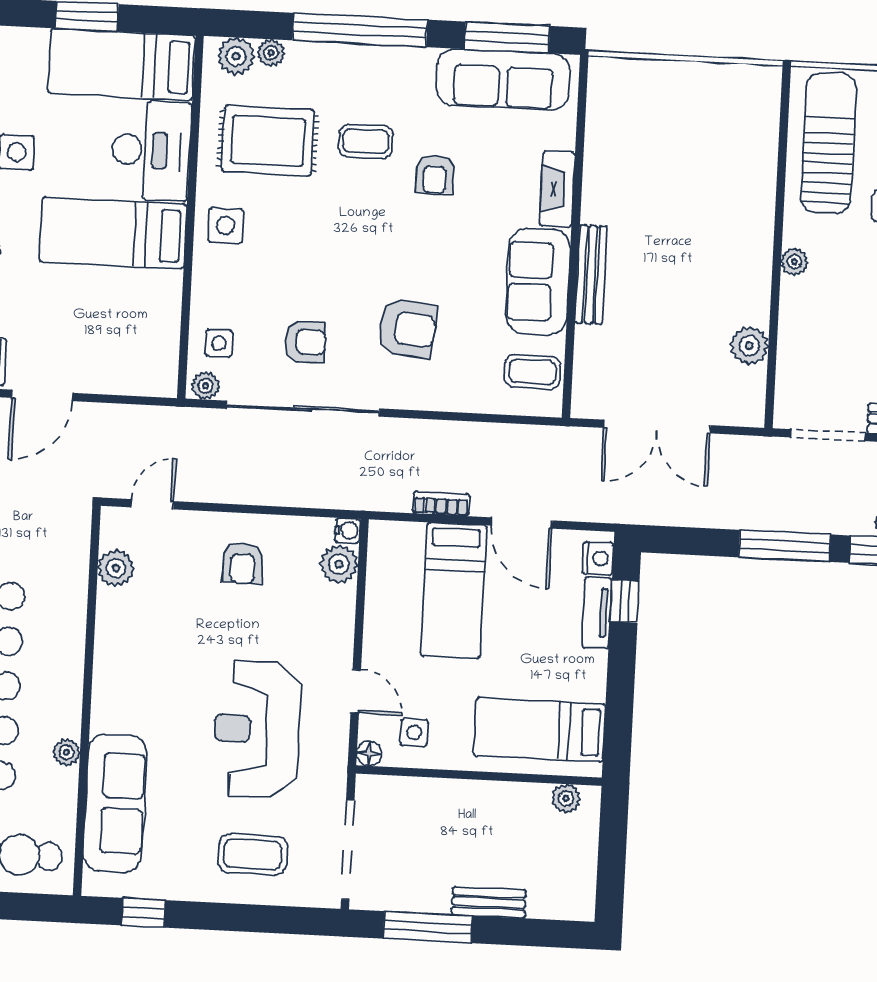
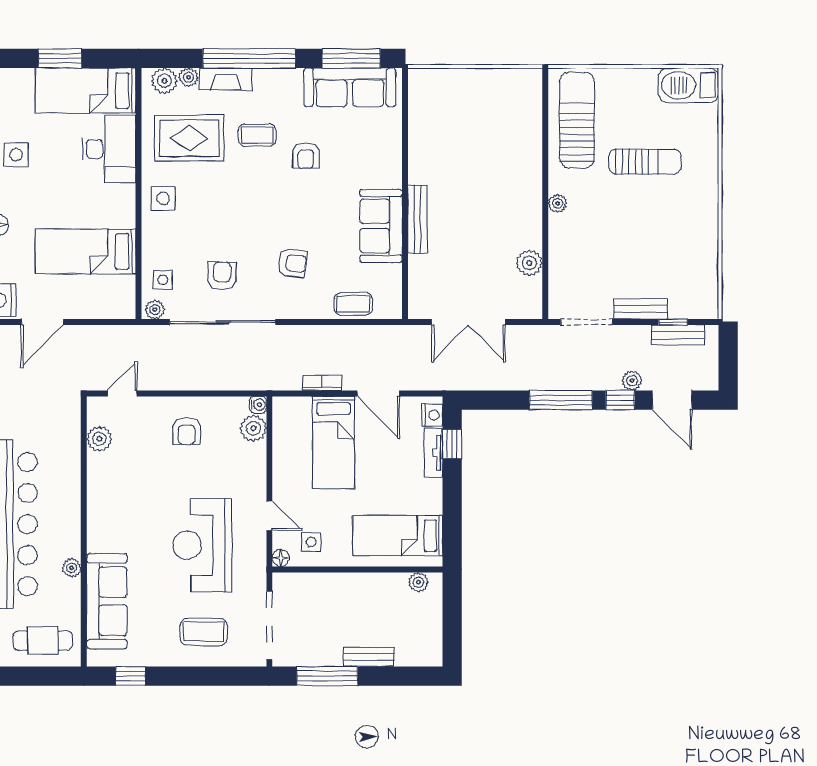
fireplace: (557, 189) -> (226, 79), moved, turned -90
bed: (113, 233) -> (86, 251), moved
armchair: (407, 329) -> (292, 263), width x0.72, depth x0.72
armchair: (305, 342) -> (222, 276), turned -89
coffee table: (532, 372) -> (353, 304), moved

